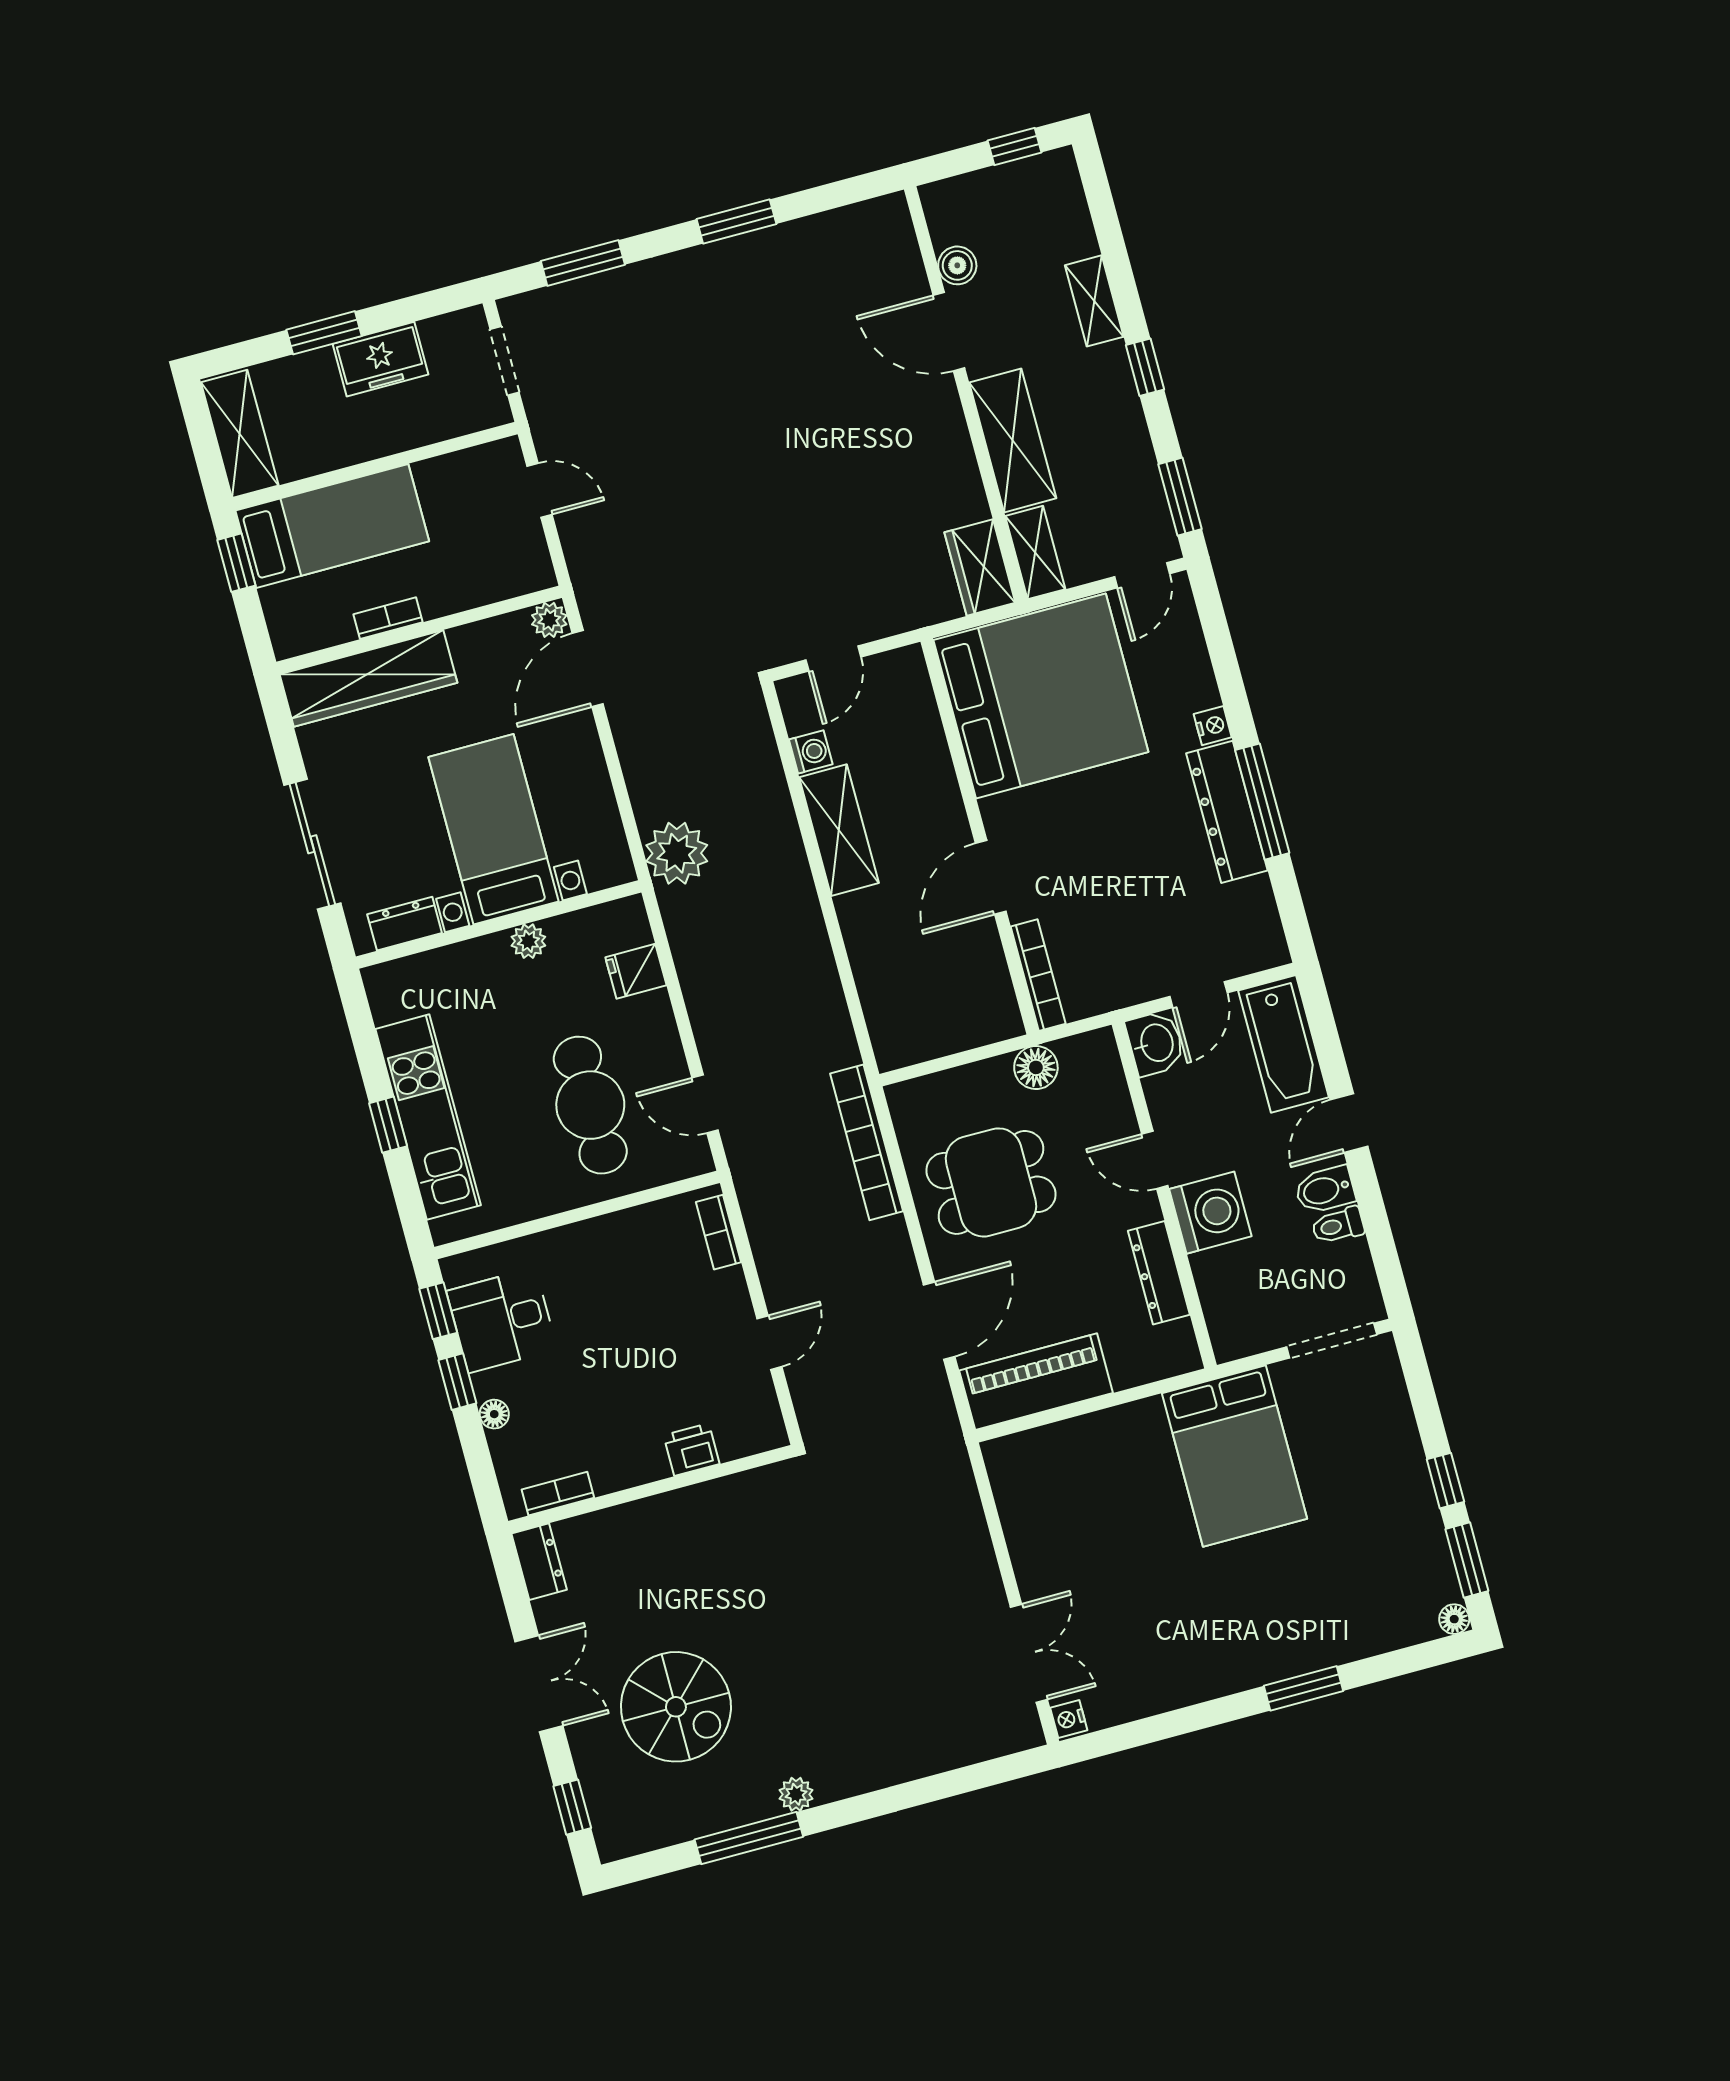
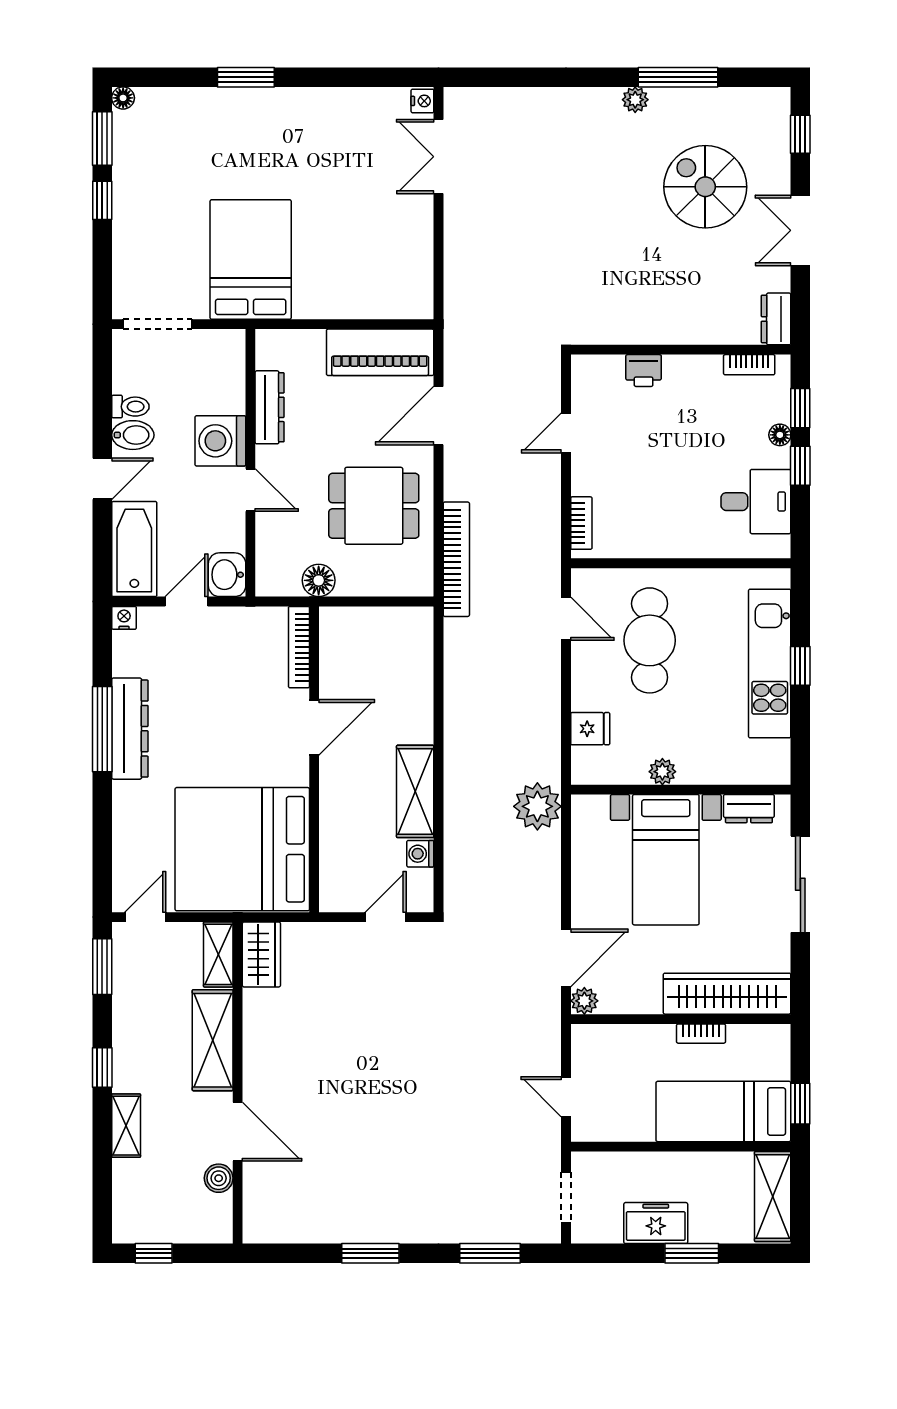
nightstand: (1213, 726) -> (124, 618), moved, turned 90
window: (438, 1311) -> (800, 408), moved

